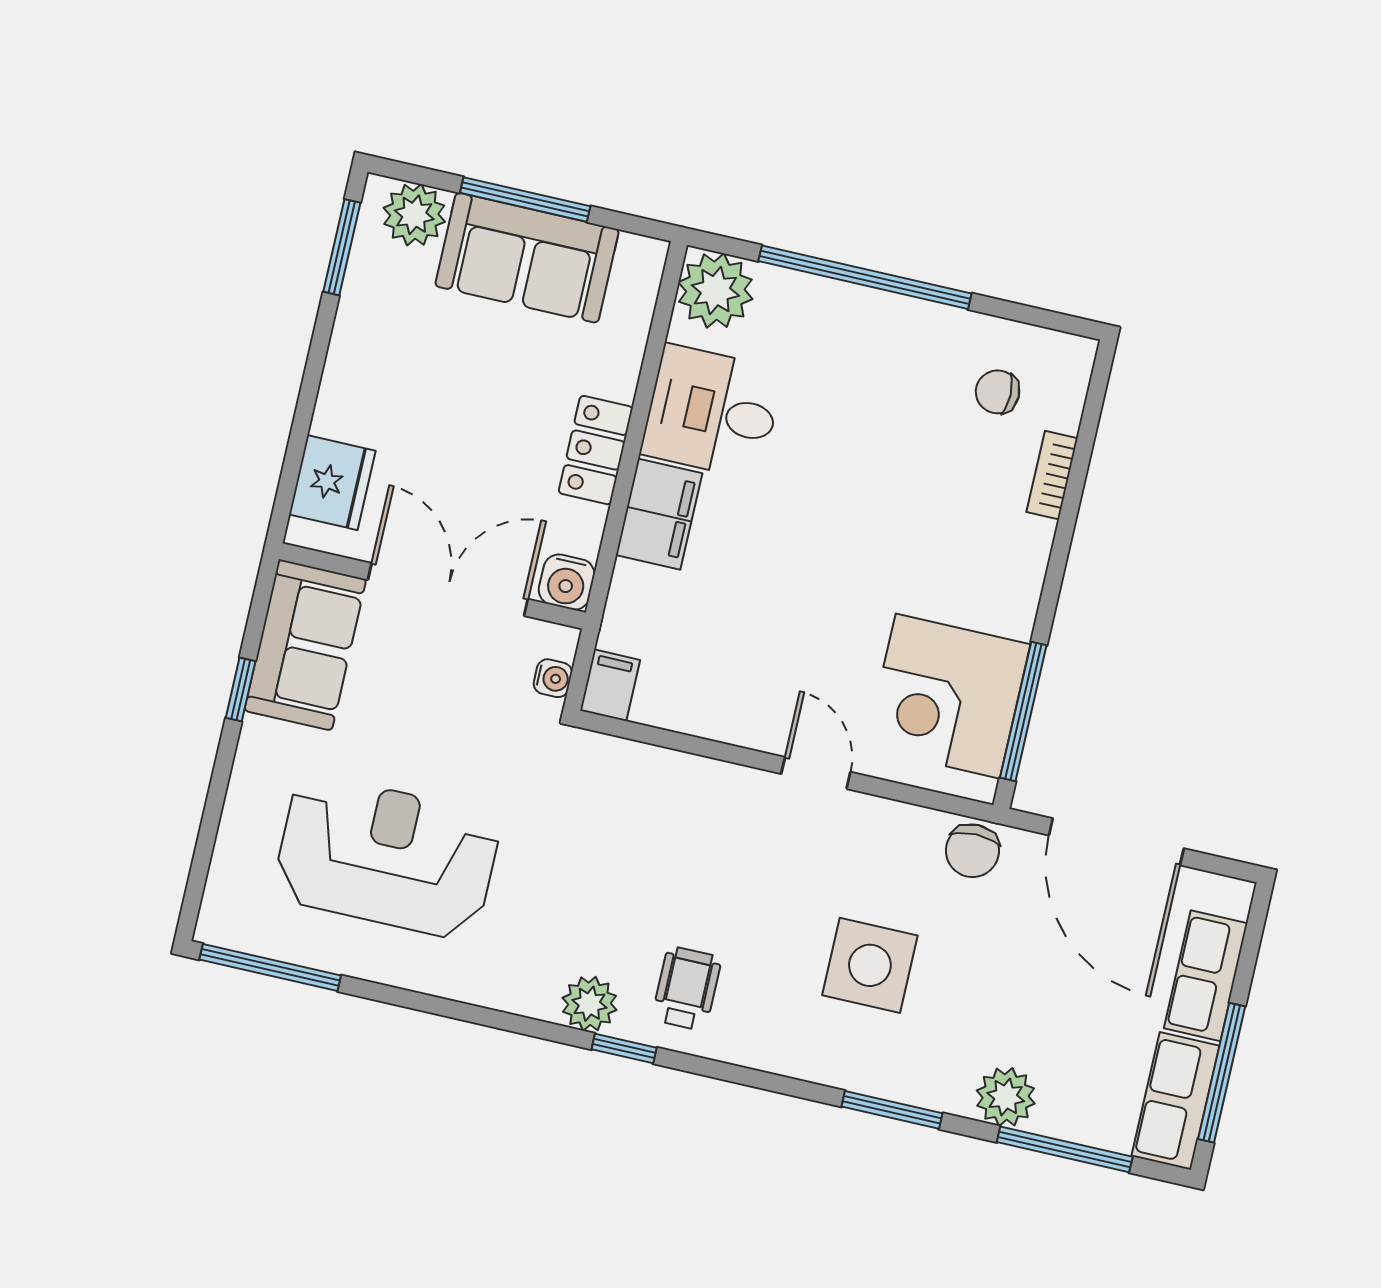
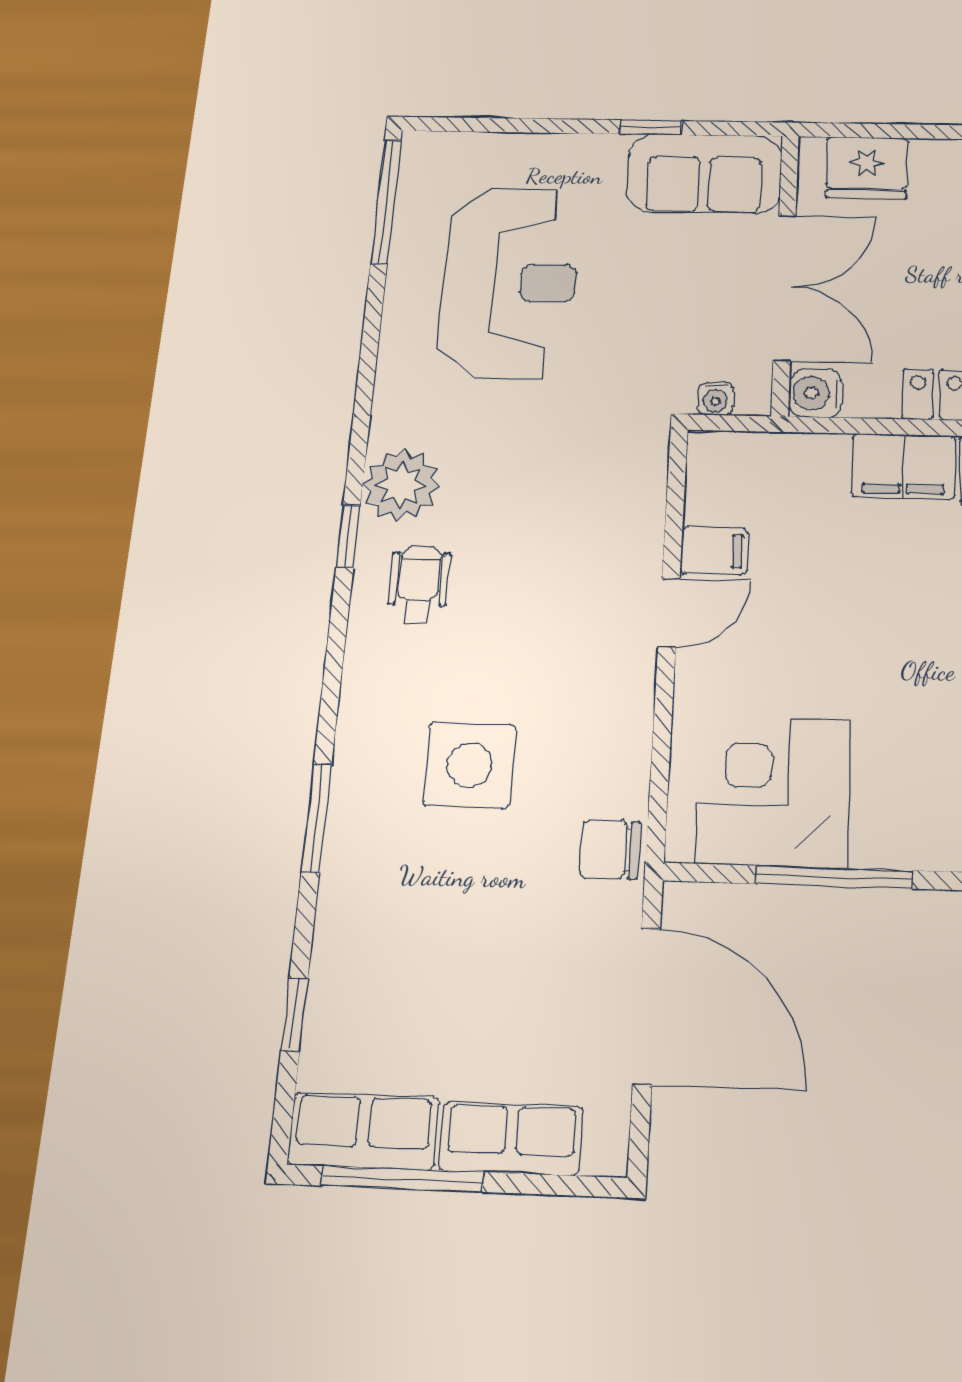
filing cabinet: (610, 685) -> (714, 551), moved
window: (1023, 711) -> (834, 877), moved
door: (816, 773) -> (669, 613), moved
door: (1116, 842) -> (647, 1006), swing flipped
wheelchair: (687, 988) -> (419, 585), turned -90
plant: (589, 1004) -> (401, 485), width x1.36, depth x1.36
plant: (1006, 1097) -> (345, 938), removed
window: (1065, 1149) -> (294, 1014), width x0.46

